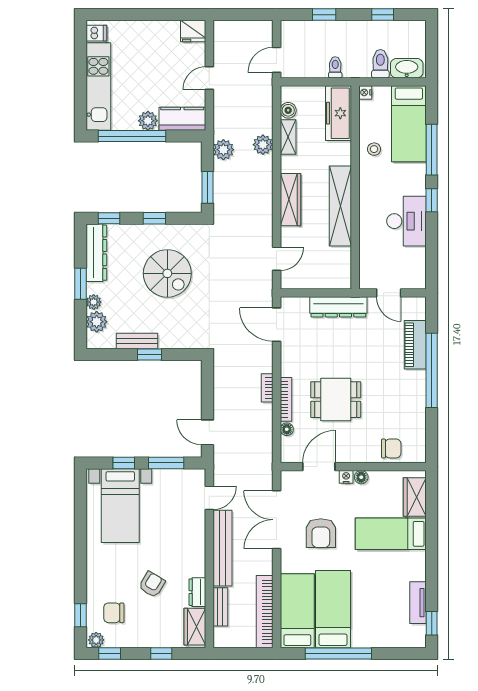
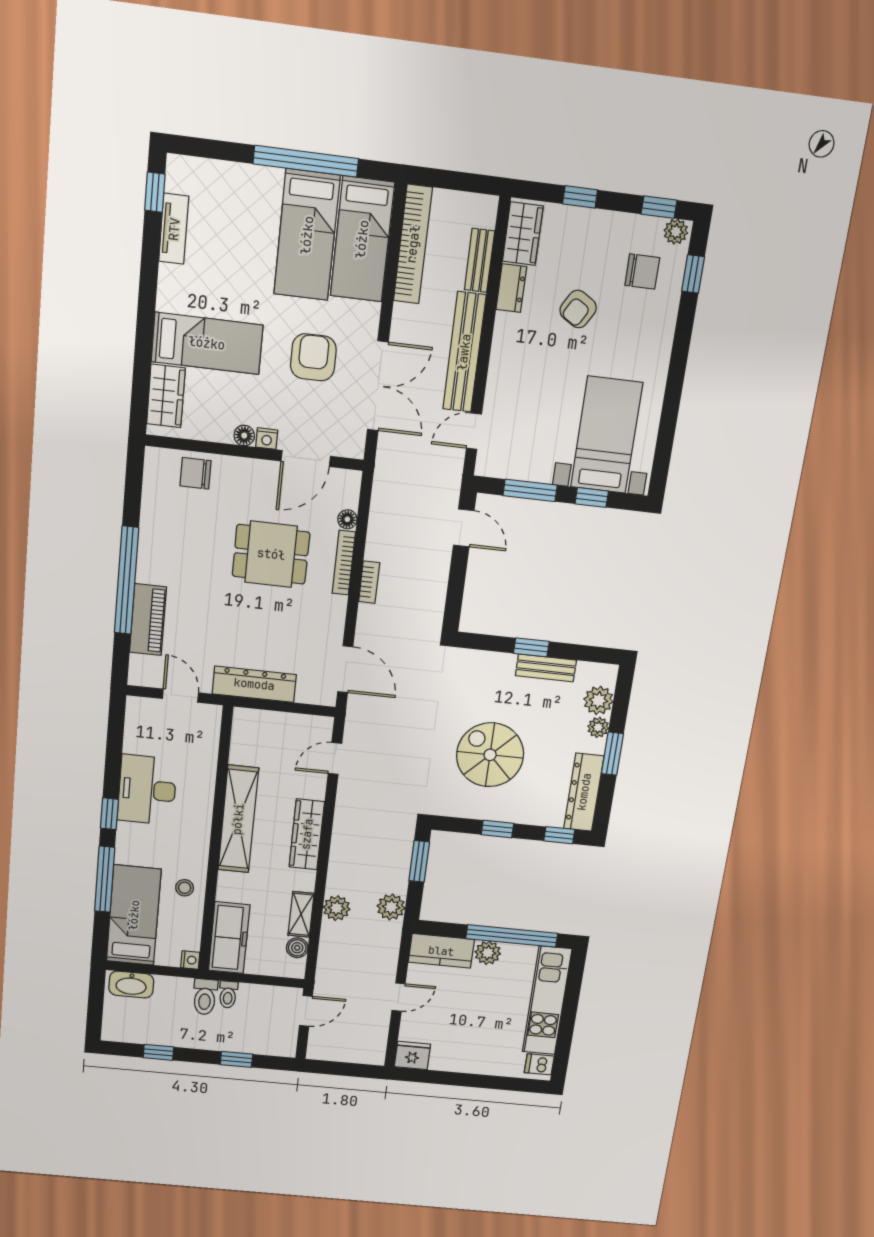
toilet: (380, 64) -> (205, 997), moved

